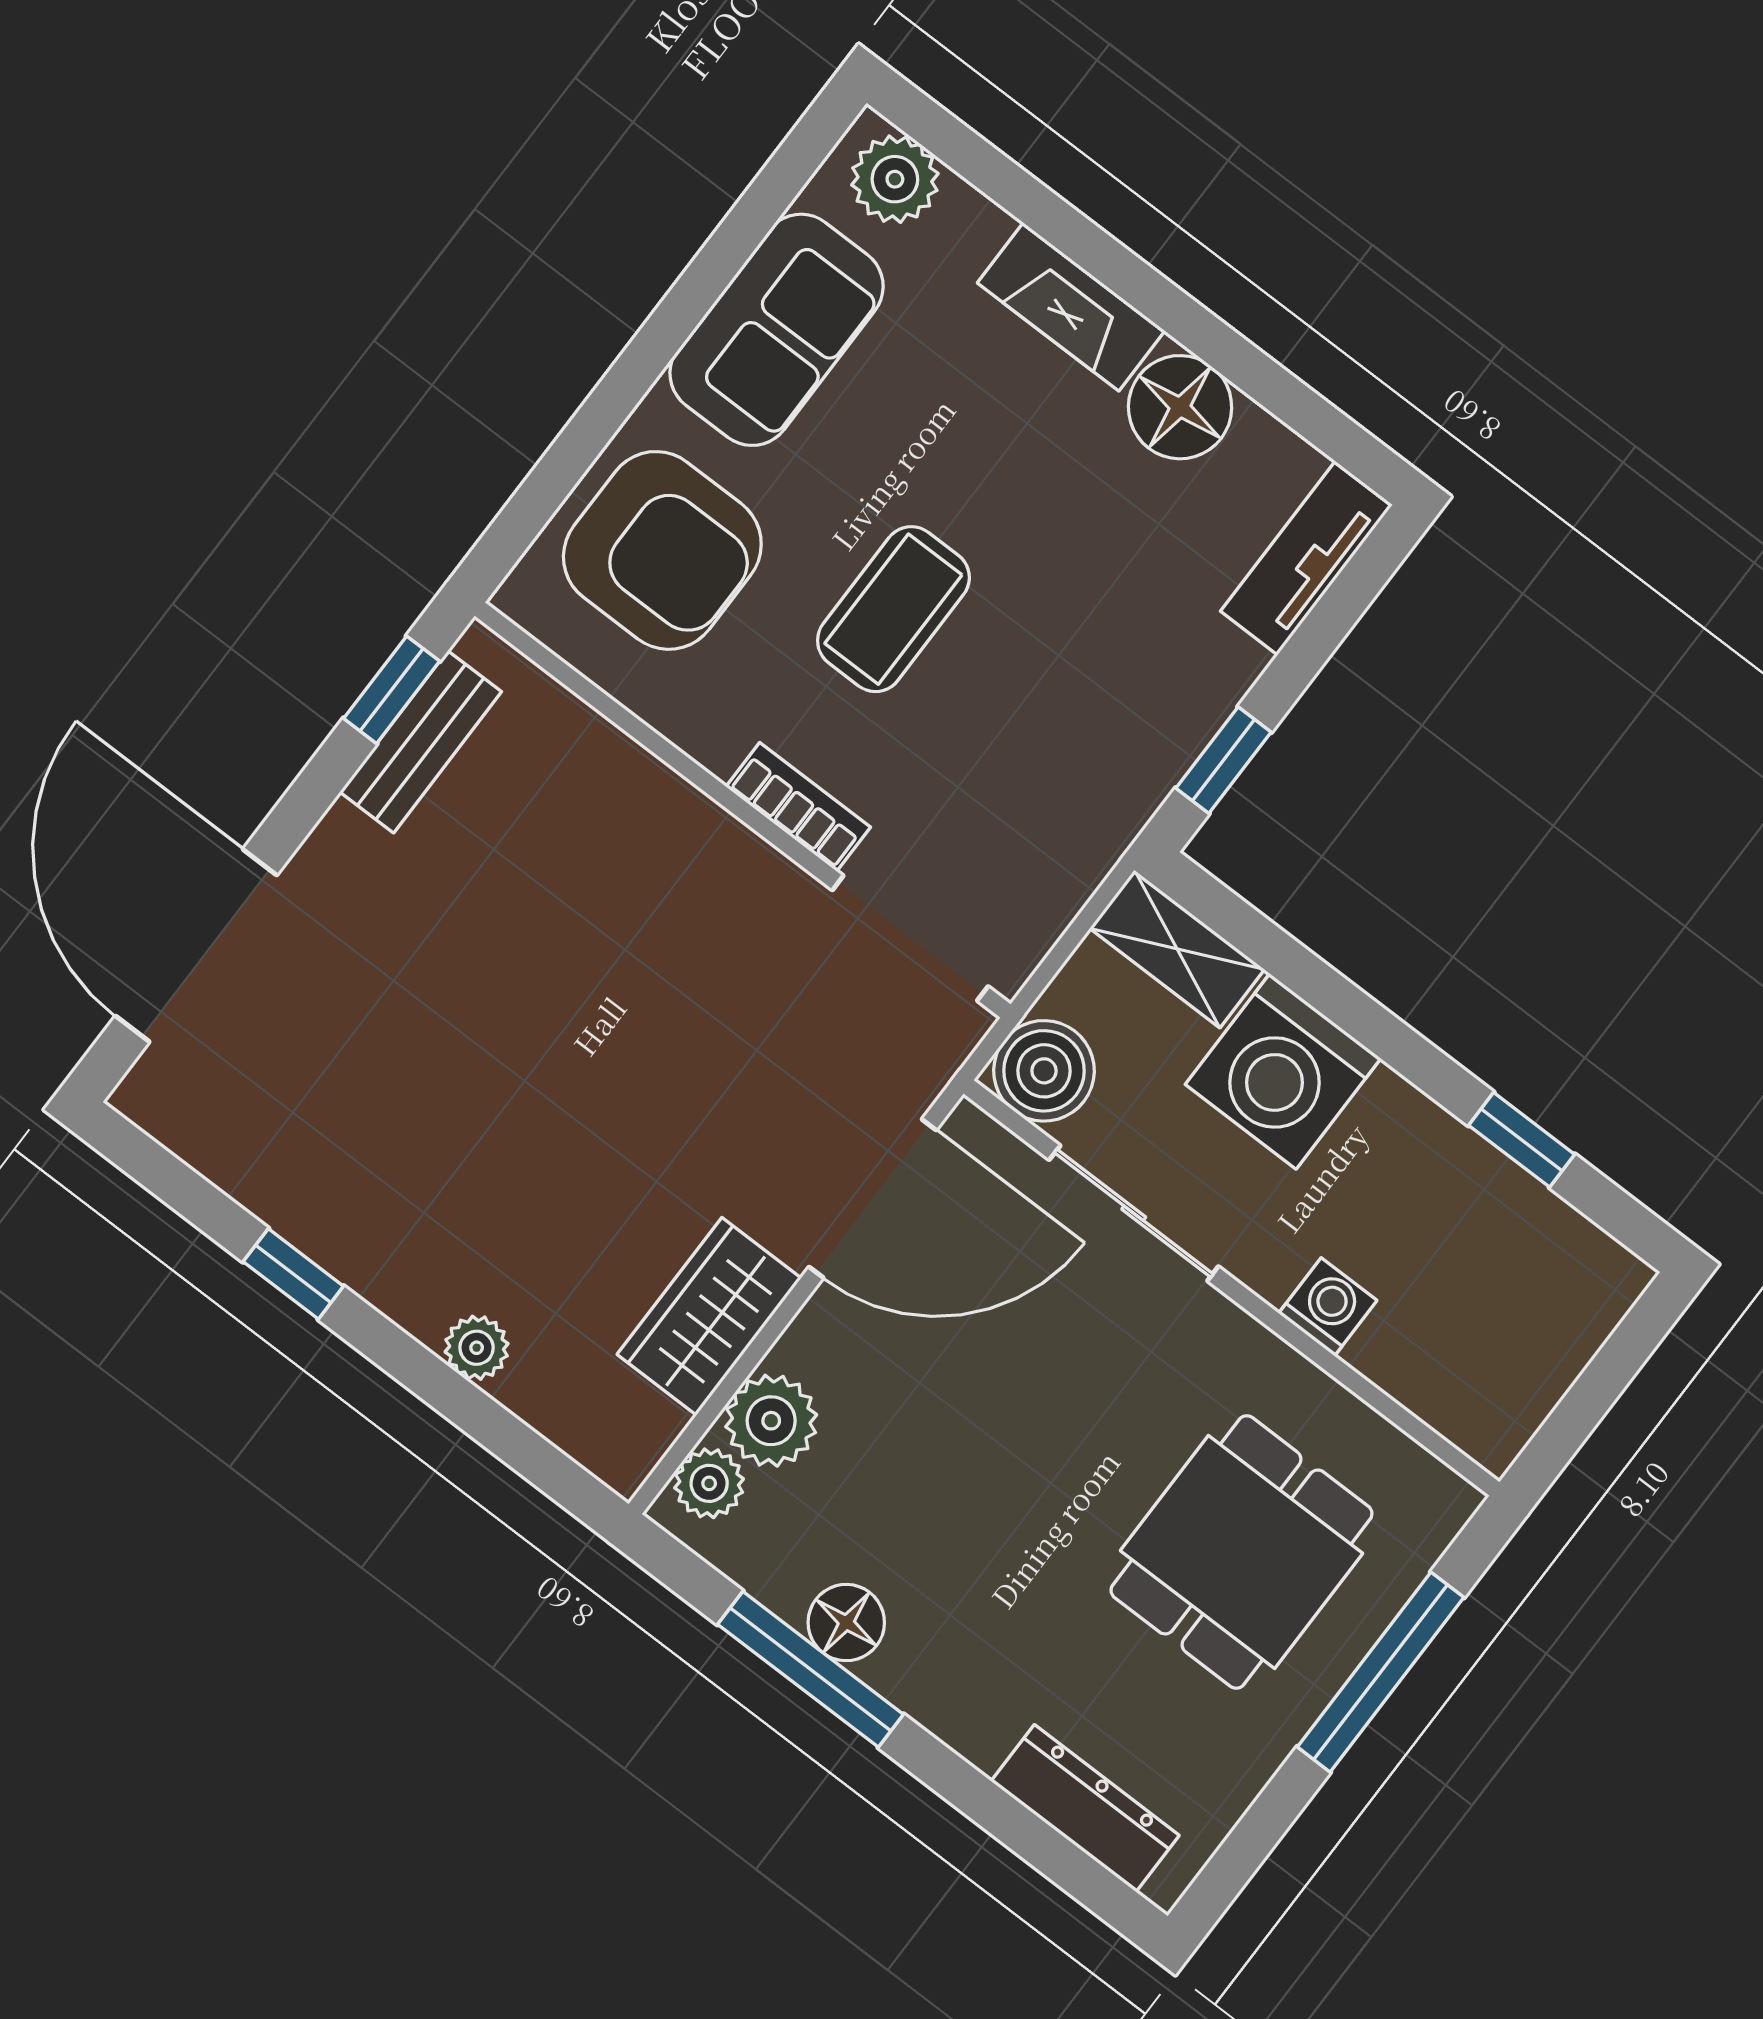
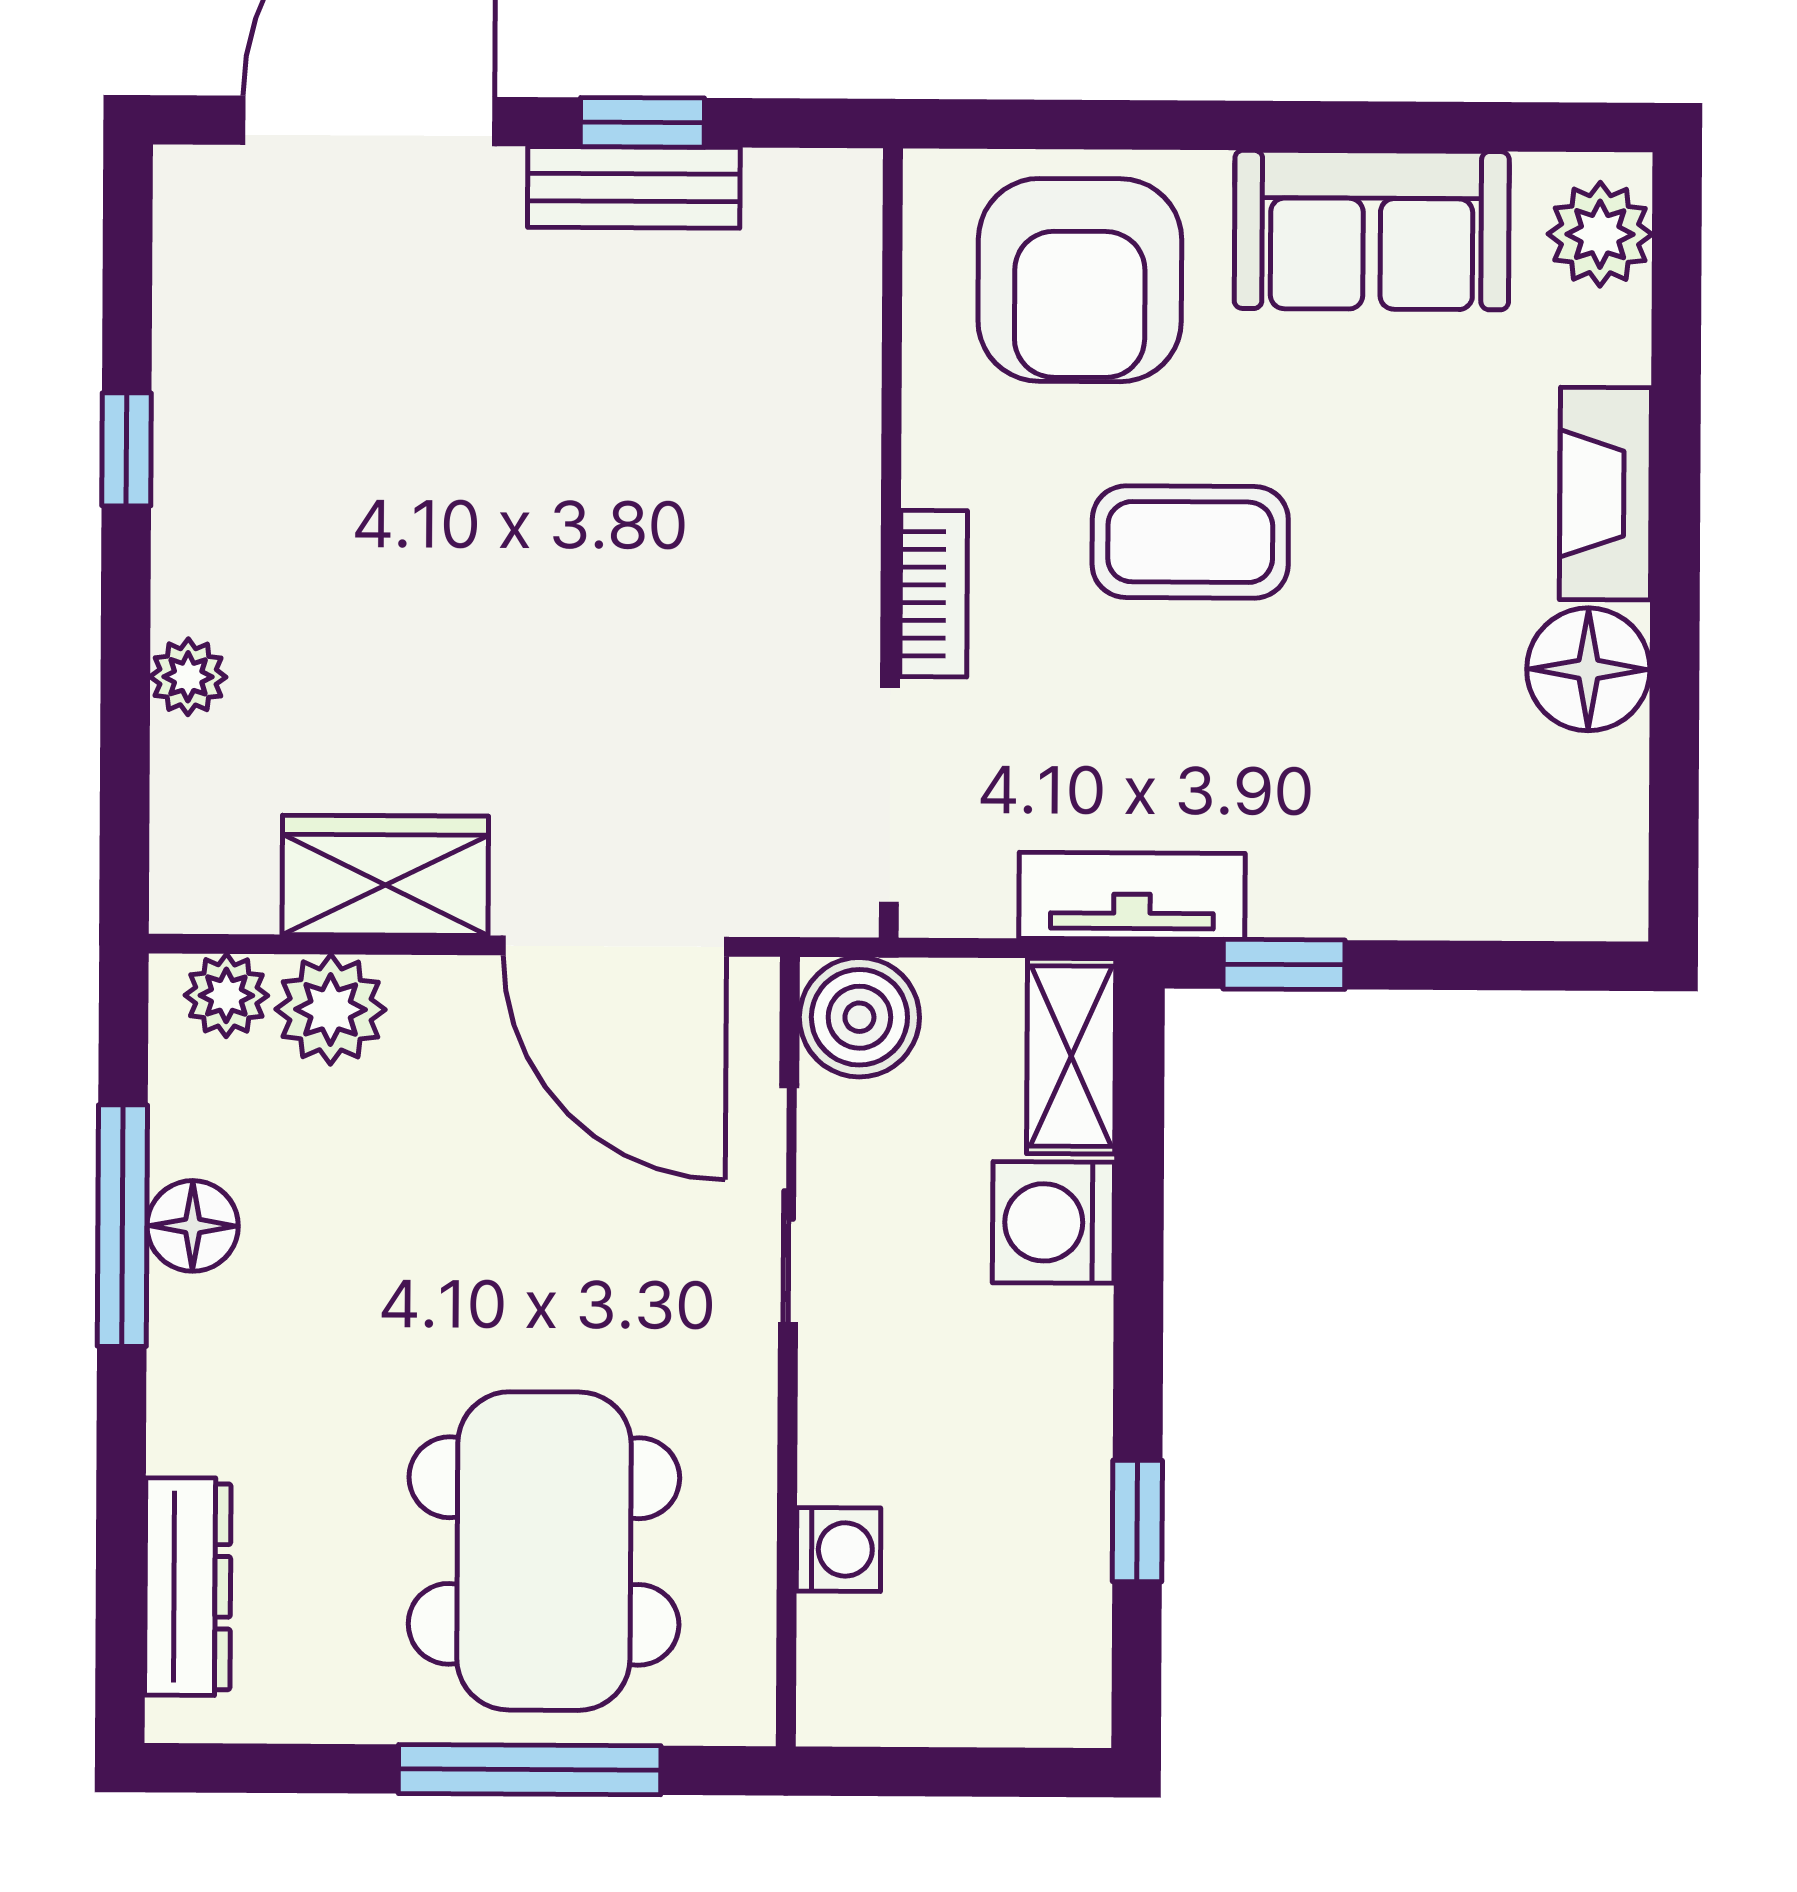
tv unit: (1306, 558) -> (1132, 896), moved
window: (392, 690) -> (642, 122), moved
bench: (421, 742) -> (634, 187), moved
washing machine: (1283, 1071) -> (1053, 1222), width x0.73, depth x0.73
washing machine: (1328, 1307) -> (839, 1549), moved
dining table: (1241, 1552) -> (544, 1551), width x1.38

